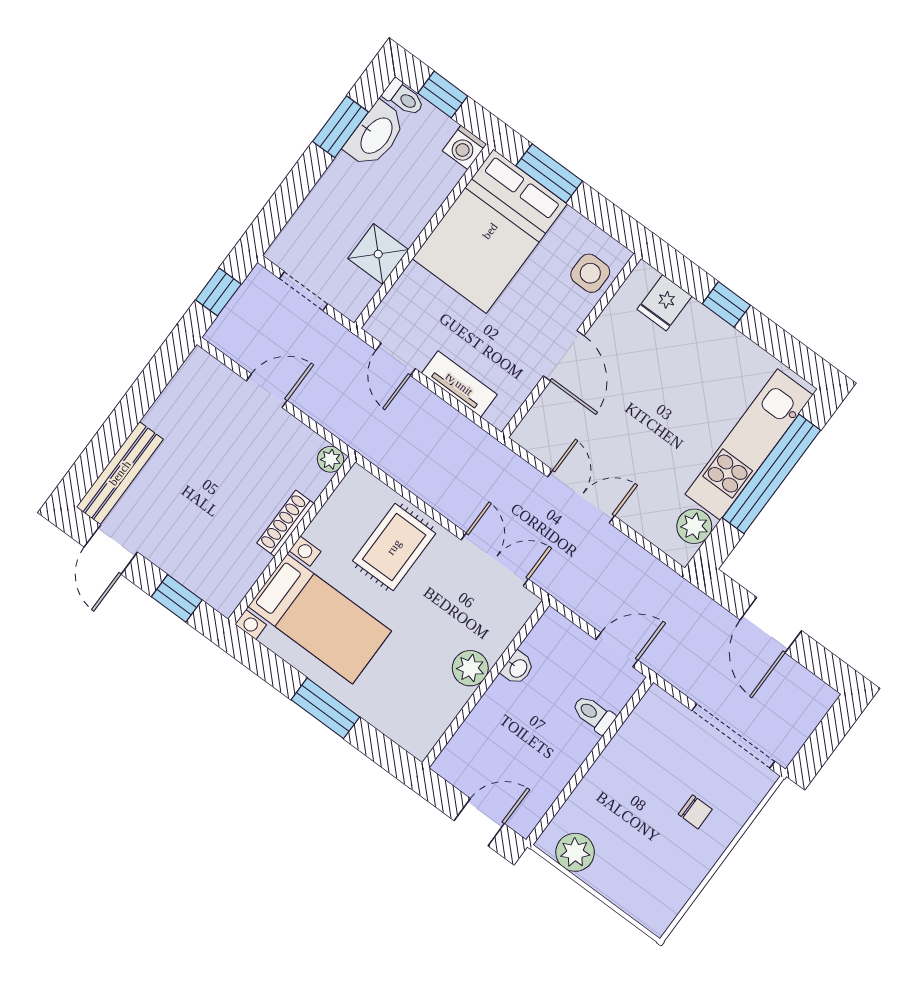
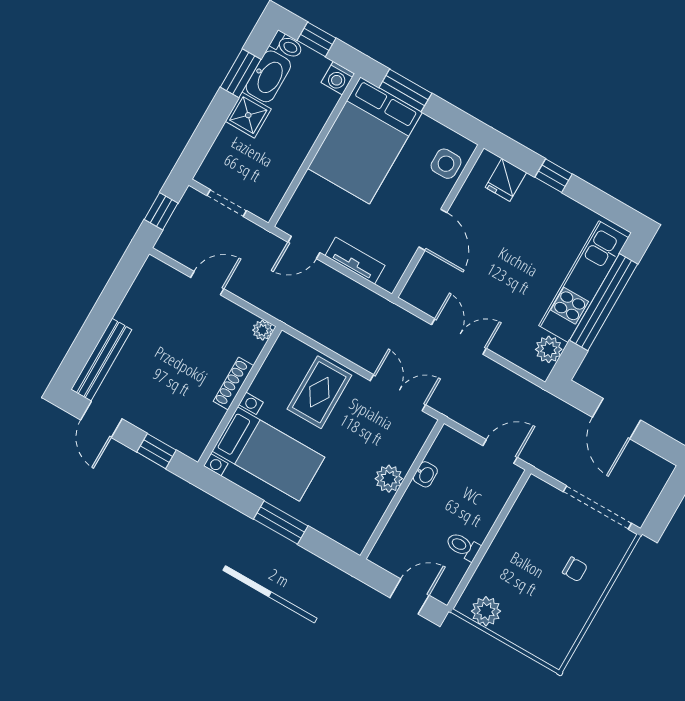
shower: (378, 254) -> (248, 115), moved
door: (396, 359) -> (304, 247), hinge flipped
toilet: (593, 714) -> (463, 546), moved

